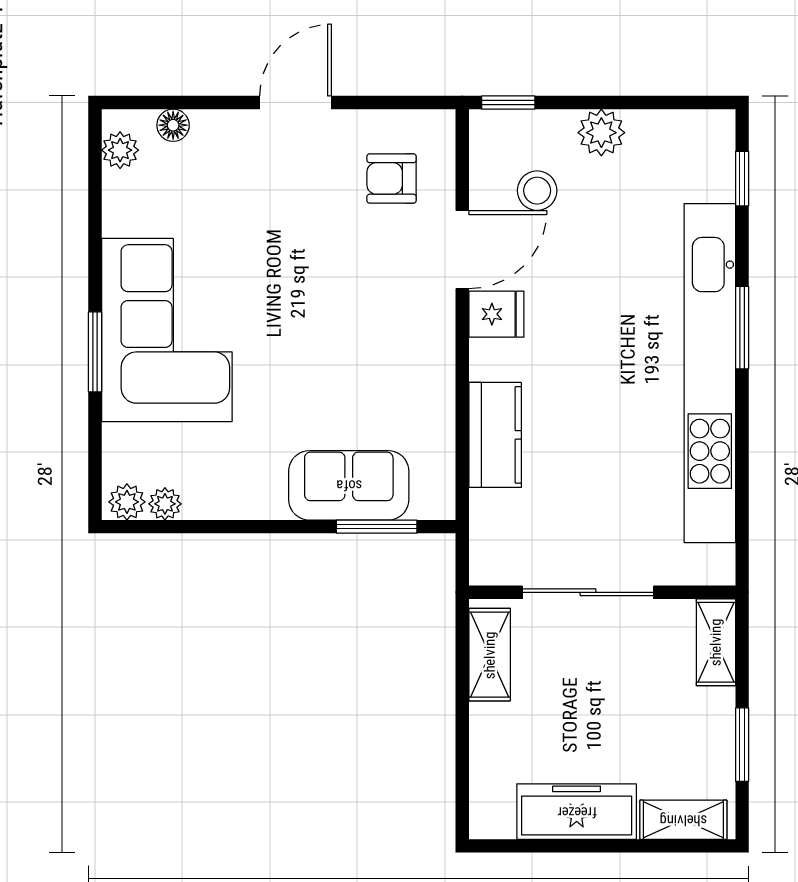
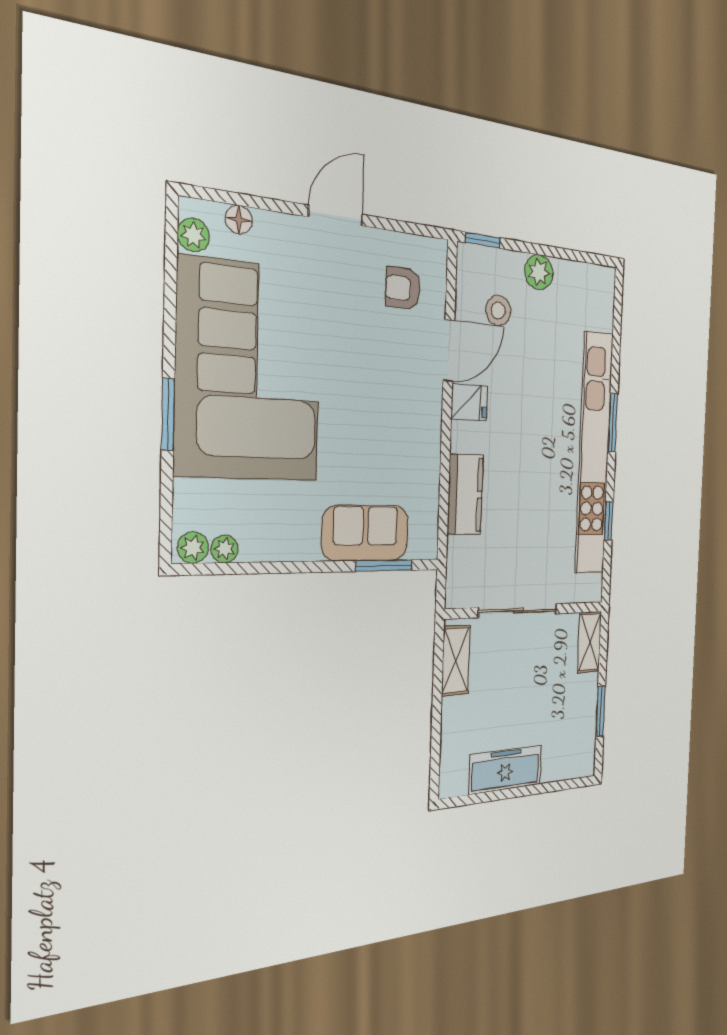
window: (742, 179) -> (609, 521), moved
corner sofa: (167, 330) -> (249, 371), width x1.36, depth x1.36
shelving: (683, 820) -> (567, 767), removed

